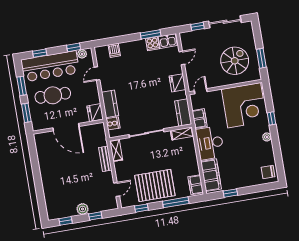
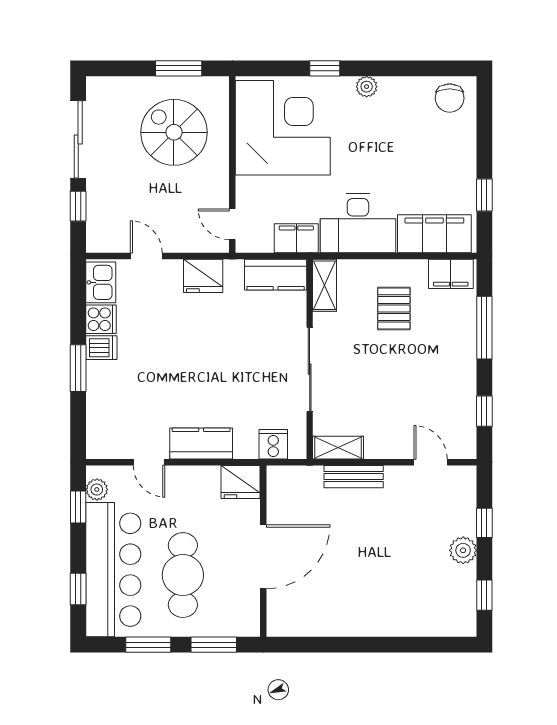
window: (151, 34) -> (78, 368), moved
dishwasher: (114, 50) -> (101, 348), moved
kitchen counter: (110, 104) -> (201, 443), moved
pallet: (155, 185) -> (394, 308), moved, width x0.49, depth x0.50

